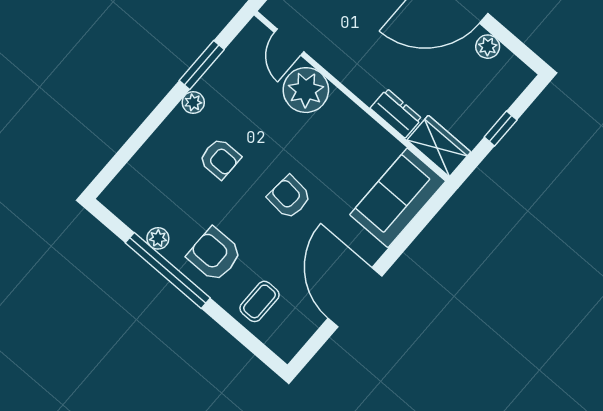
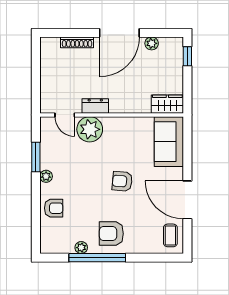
dresser: (396, 113) -> (95, 106), moved
window: (501, 128) -> (187, 56), moved
armchair: (220, 159) -> (54, 208), moved
coffee table: (260, 301) -> (170, 235), moved

